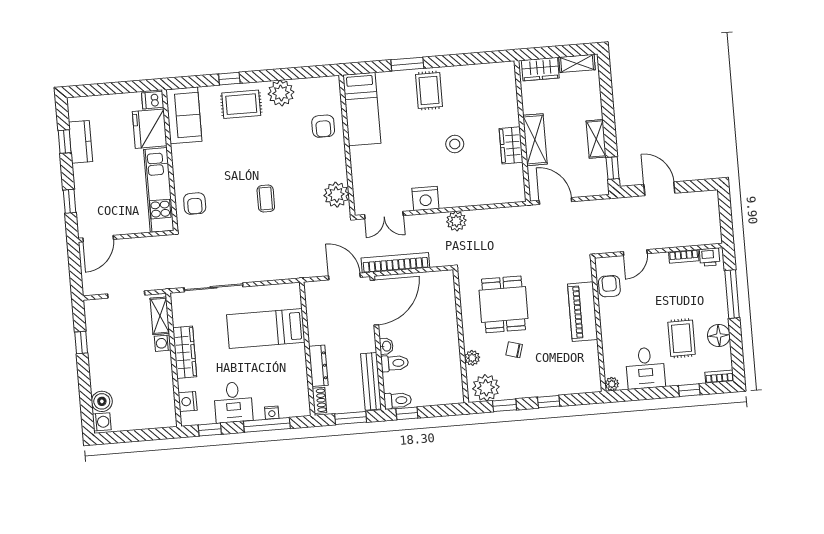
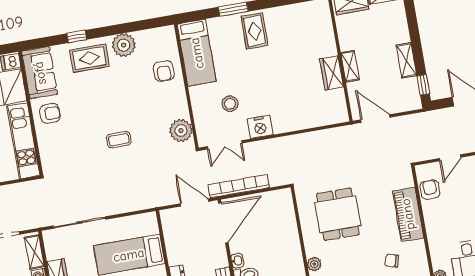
shelving: (535, 140) -> (350, 66), width x0.67, depth x0.75
stool: (455, 144) -> (230, 104), moved
coffee table: (266, 198) -> (119, 140), turned 90
armchair: (195, 204) -> (50, 113), moved, turned -90
plant: (456, 221) -> (289, 144), removed
chair: (514, 350) -> (392, 261), moved

